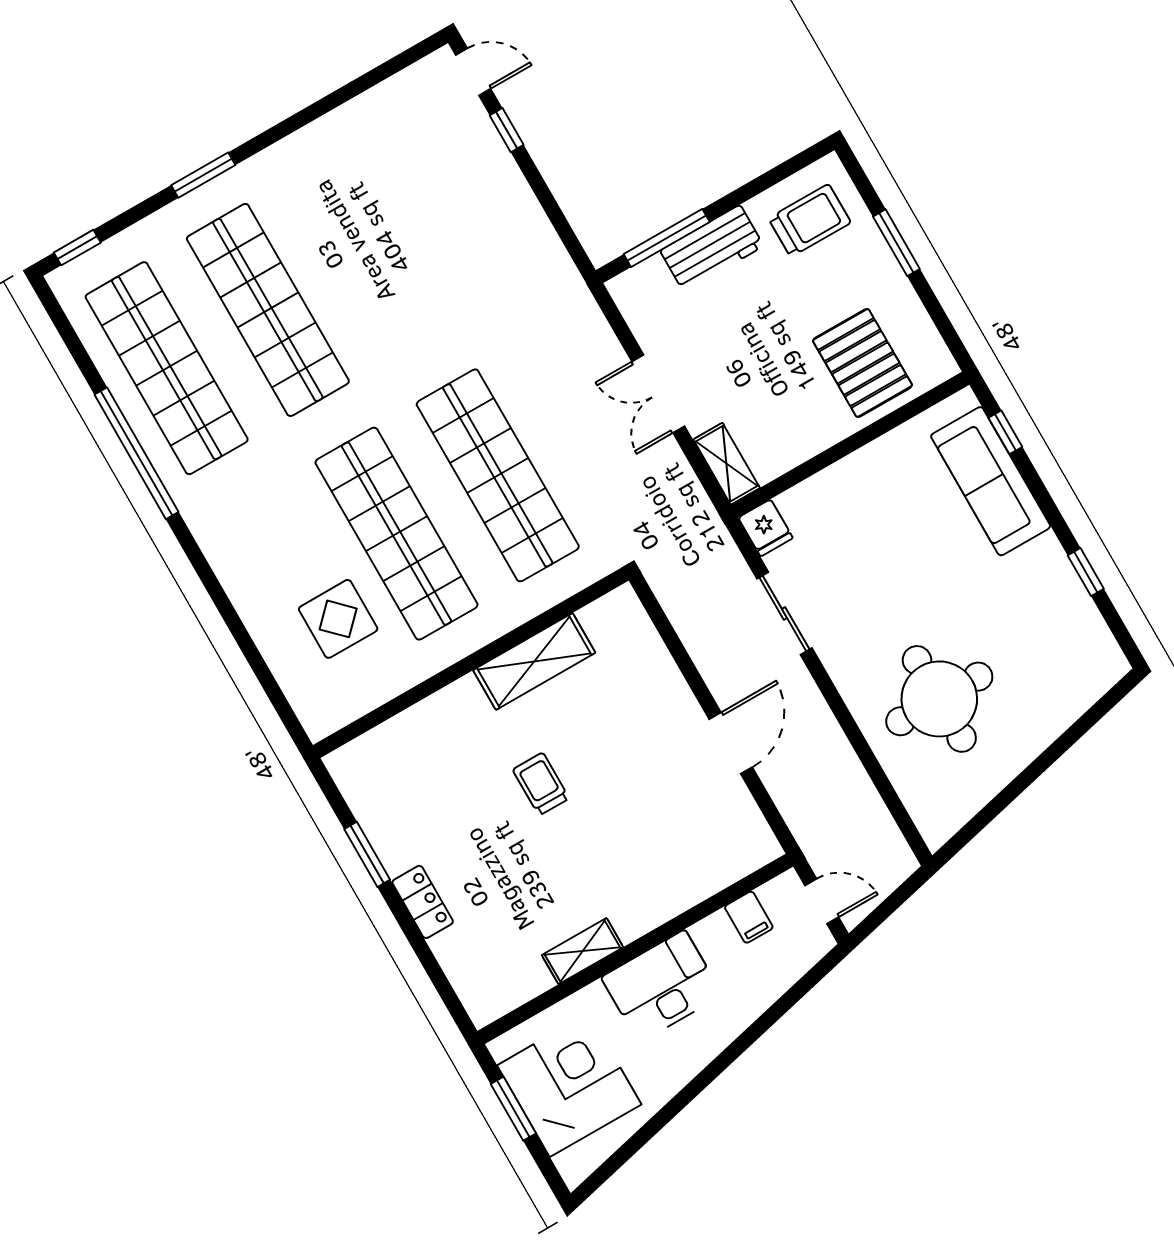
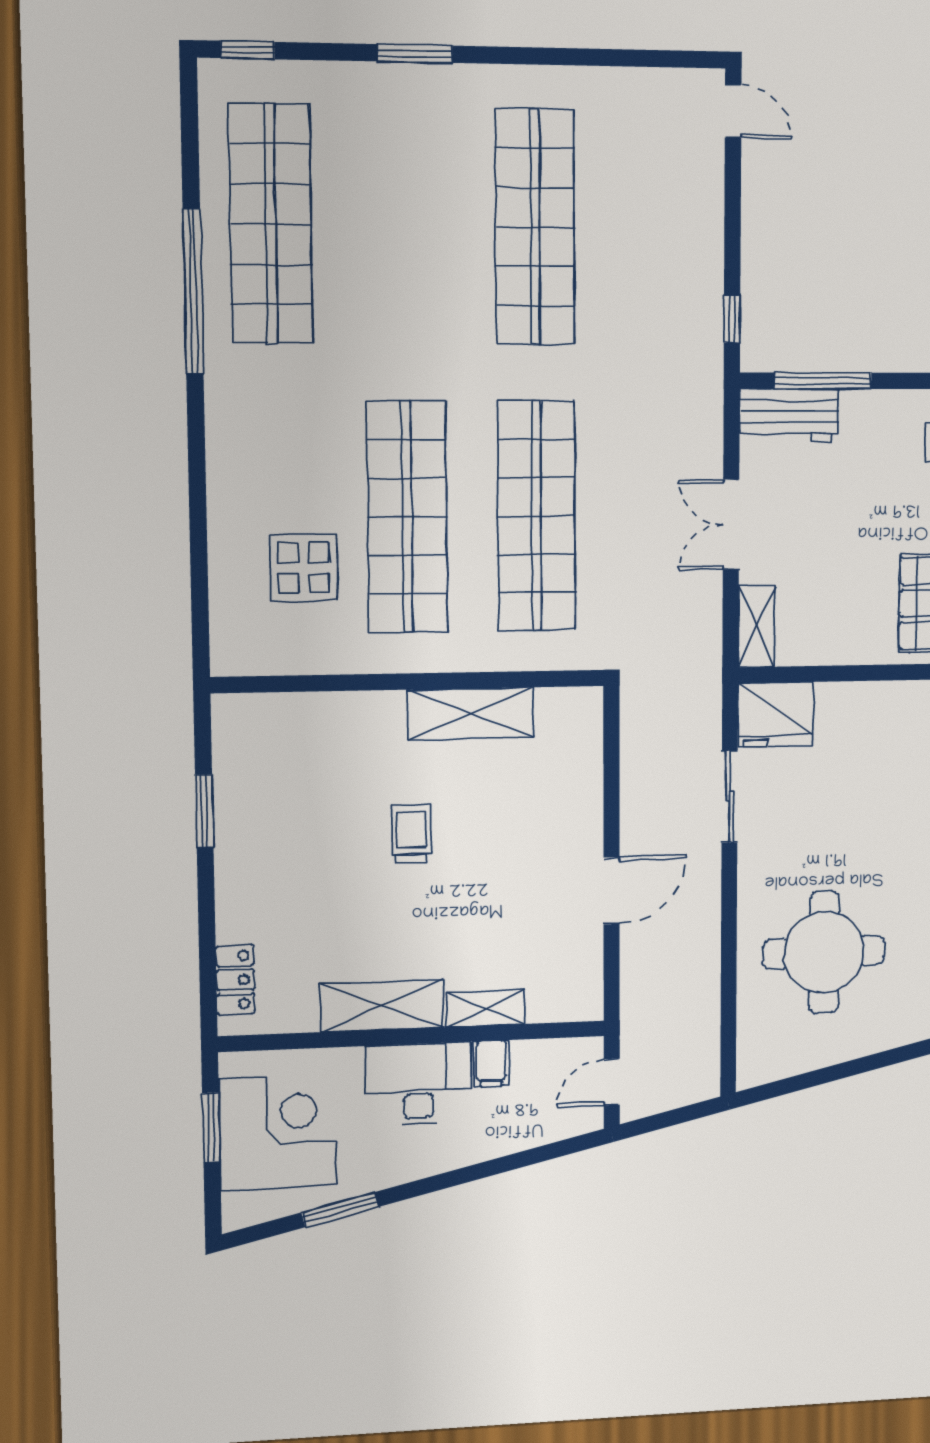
window: (507, 130) -> (732, 319), moved
workbench: (712, 248) -> (789, 415), moved
shop shelf: (268, 310) -> (535, 227), moved
fridge: (766, 528) -> (775, 715), width x1.88, depth x1.34
shelving: (682, 895) -> (485, 1008), added
door: (822, 901) -> (612, 1082), swing flipped
locker: (423, 902) -> (235, 980), moved
filing cabinet: (749, 917) -> (491, 1064), moved
shelving: (583, 951) -> (382, 1006), width x1.50, depth x1.33
window: (656, 1124) -> (340, 1210), added

